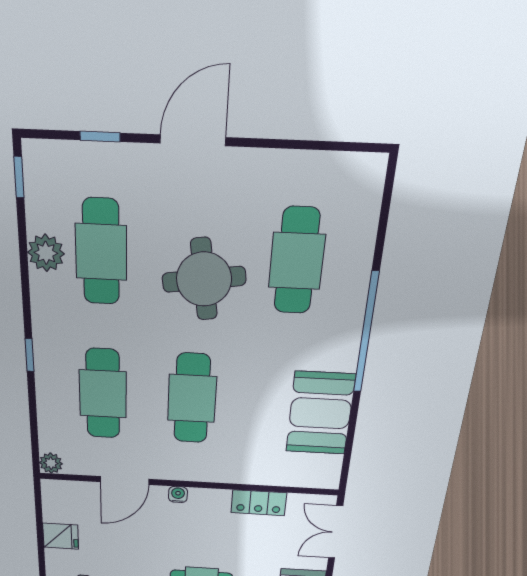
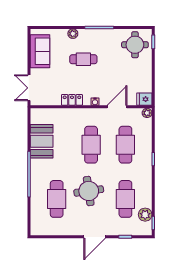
plant: (46, 253) -> (145, 215), moved
locker: (259, 503) -> (72, 100), moved
double door: (336, 532) -> (29, 88), swing flipped
fridge: (61, 536) -> (144, 99), moved

